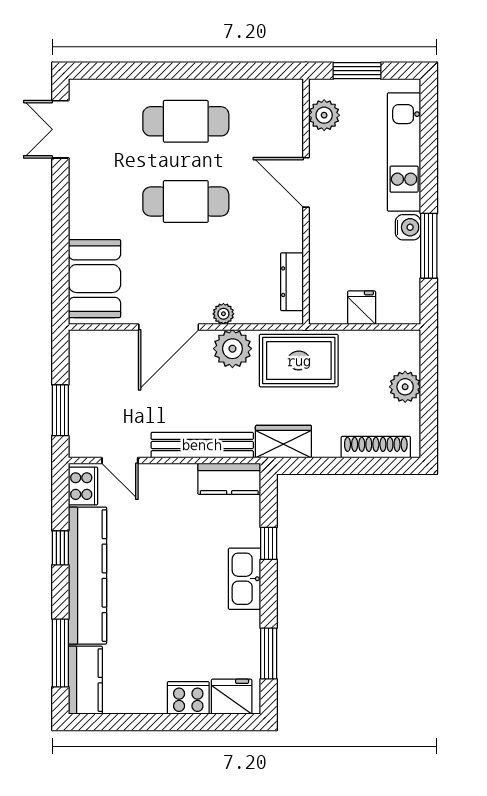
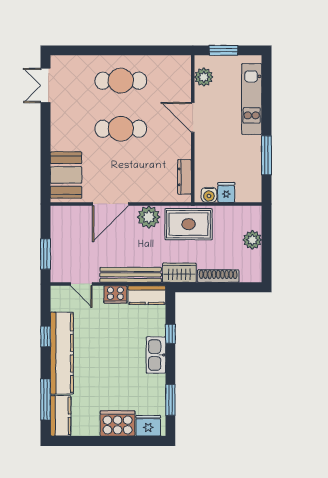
water cooler: (408, 227) -> (209, 195), moved, turned 90
plant: (223, 314) -> (143, 196), removed
shoe rack: (376, 447) -> (218, 276), moved
cooker: (83, 486) -> (115, 294), moved, turned 90
cooker: (188, 698) -> (118, 423), width x1.37, depth x1.31

